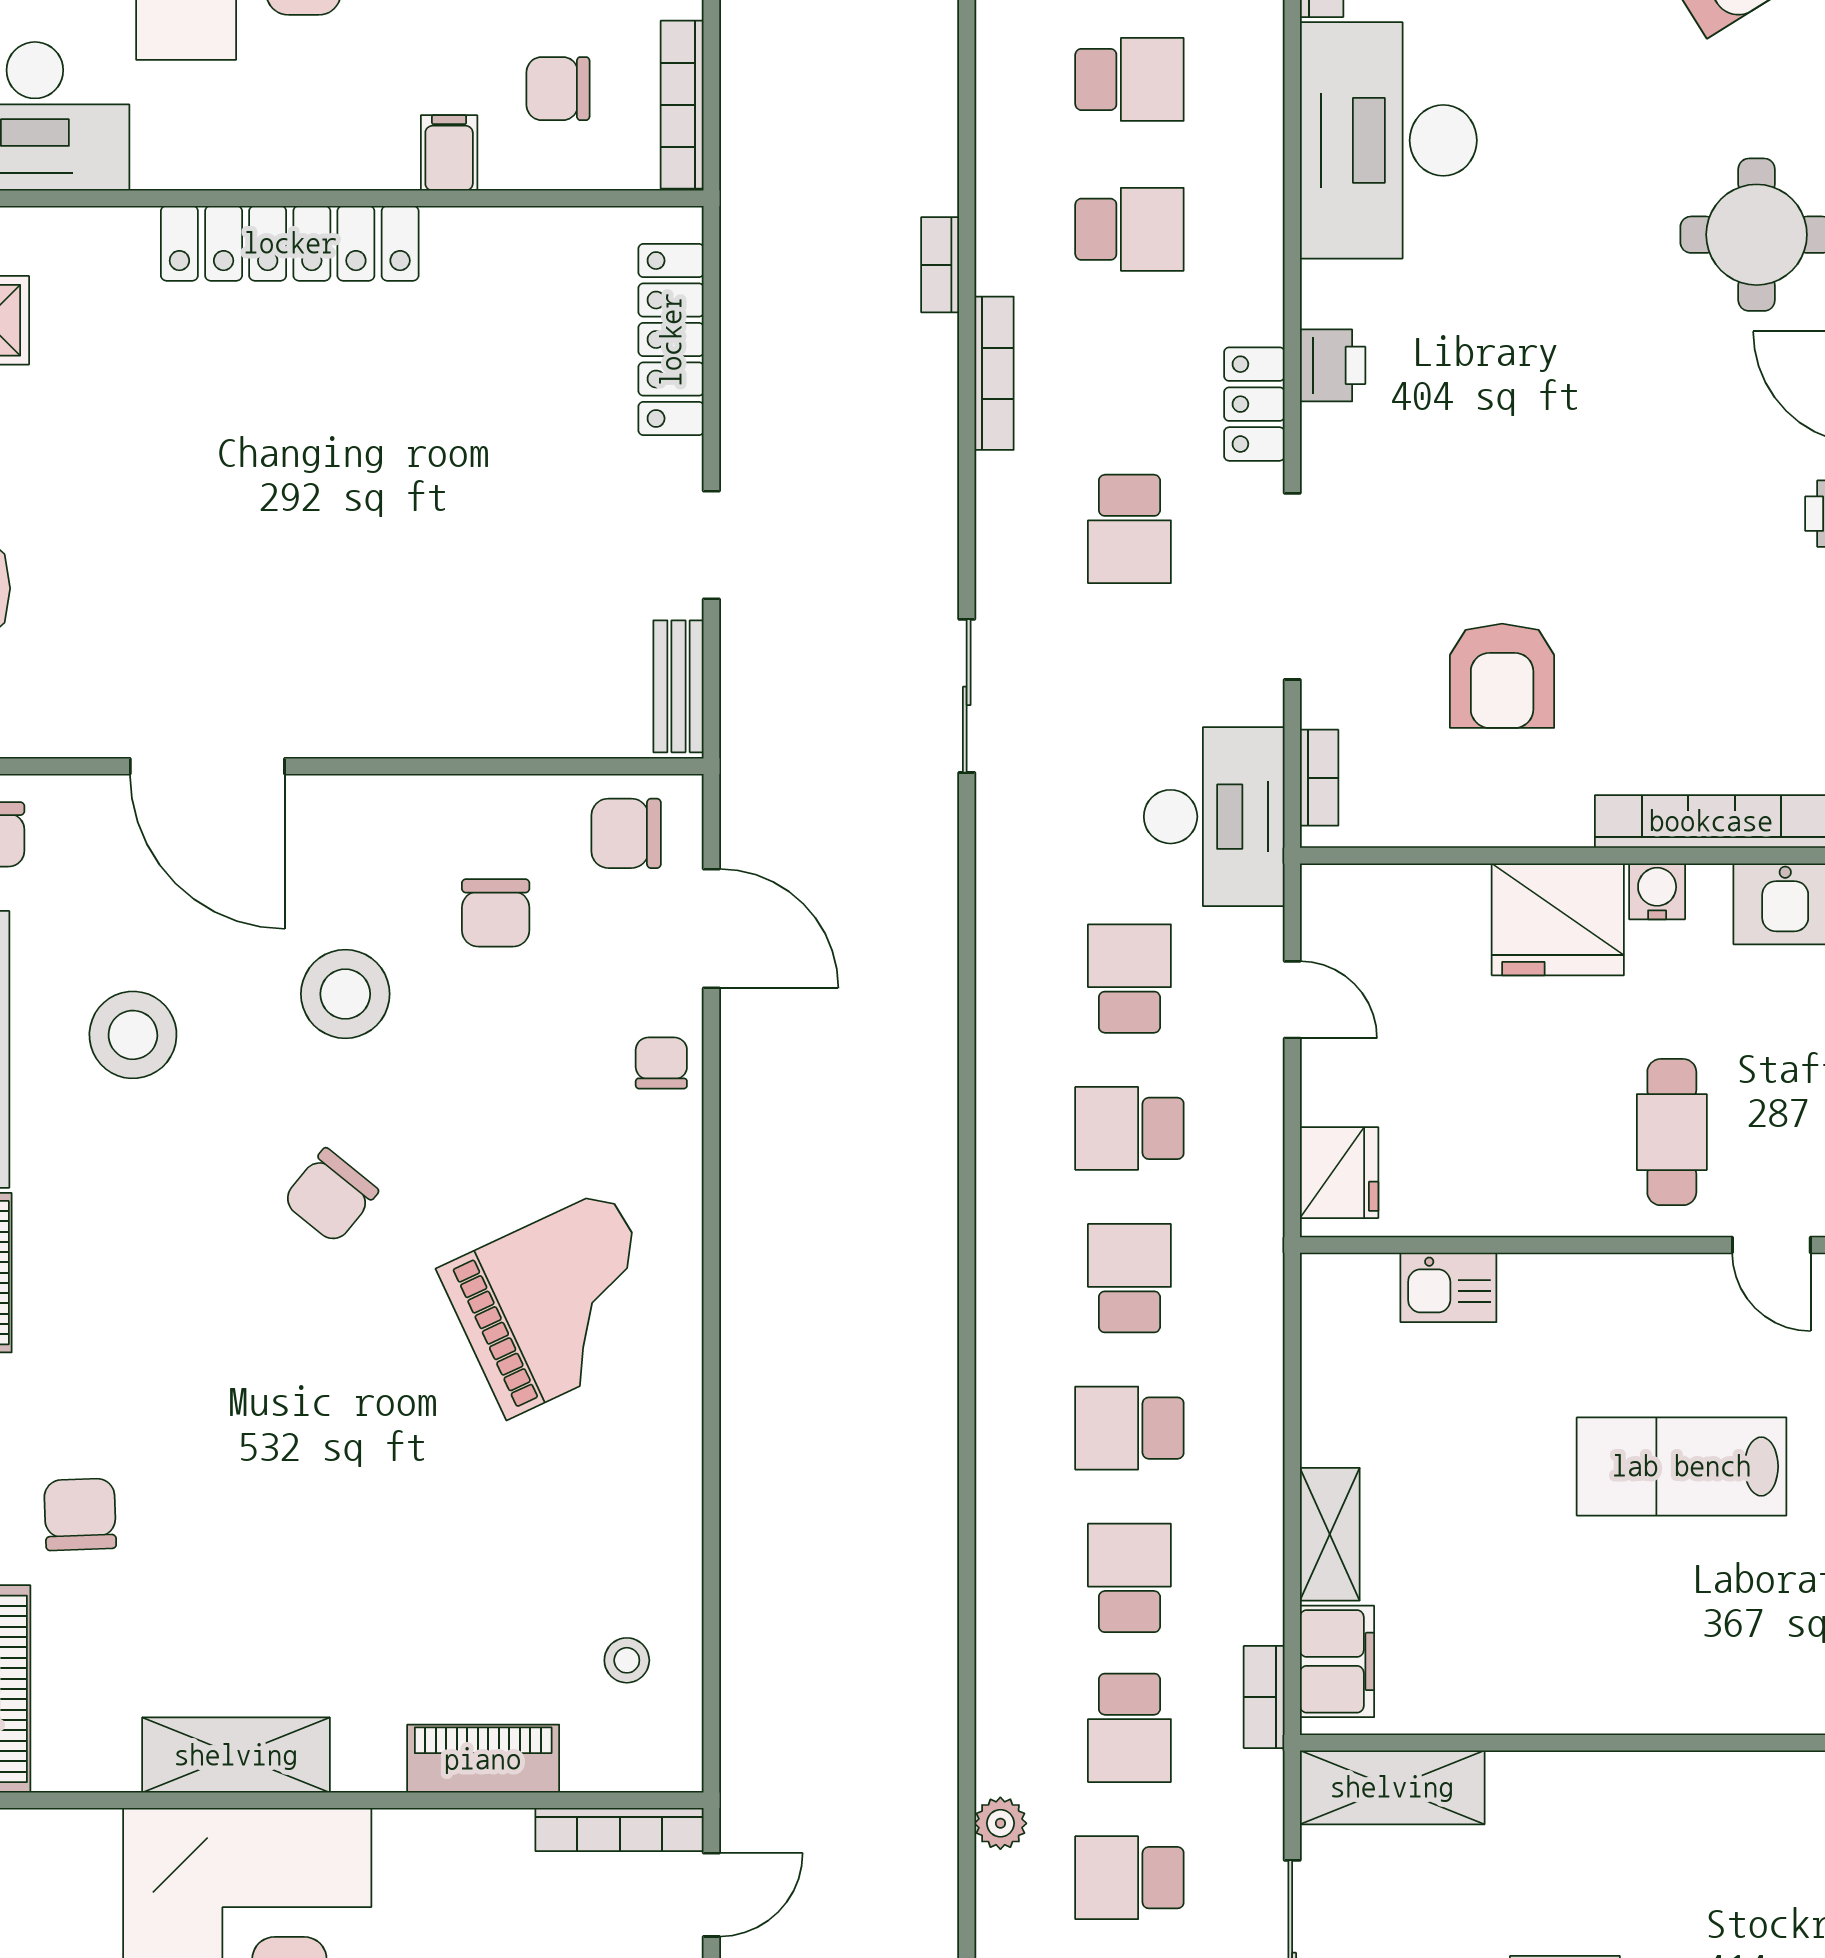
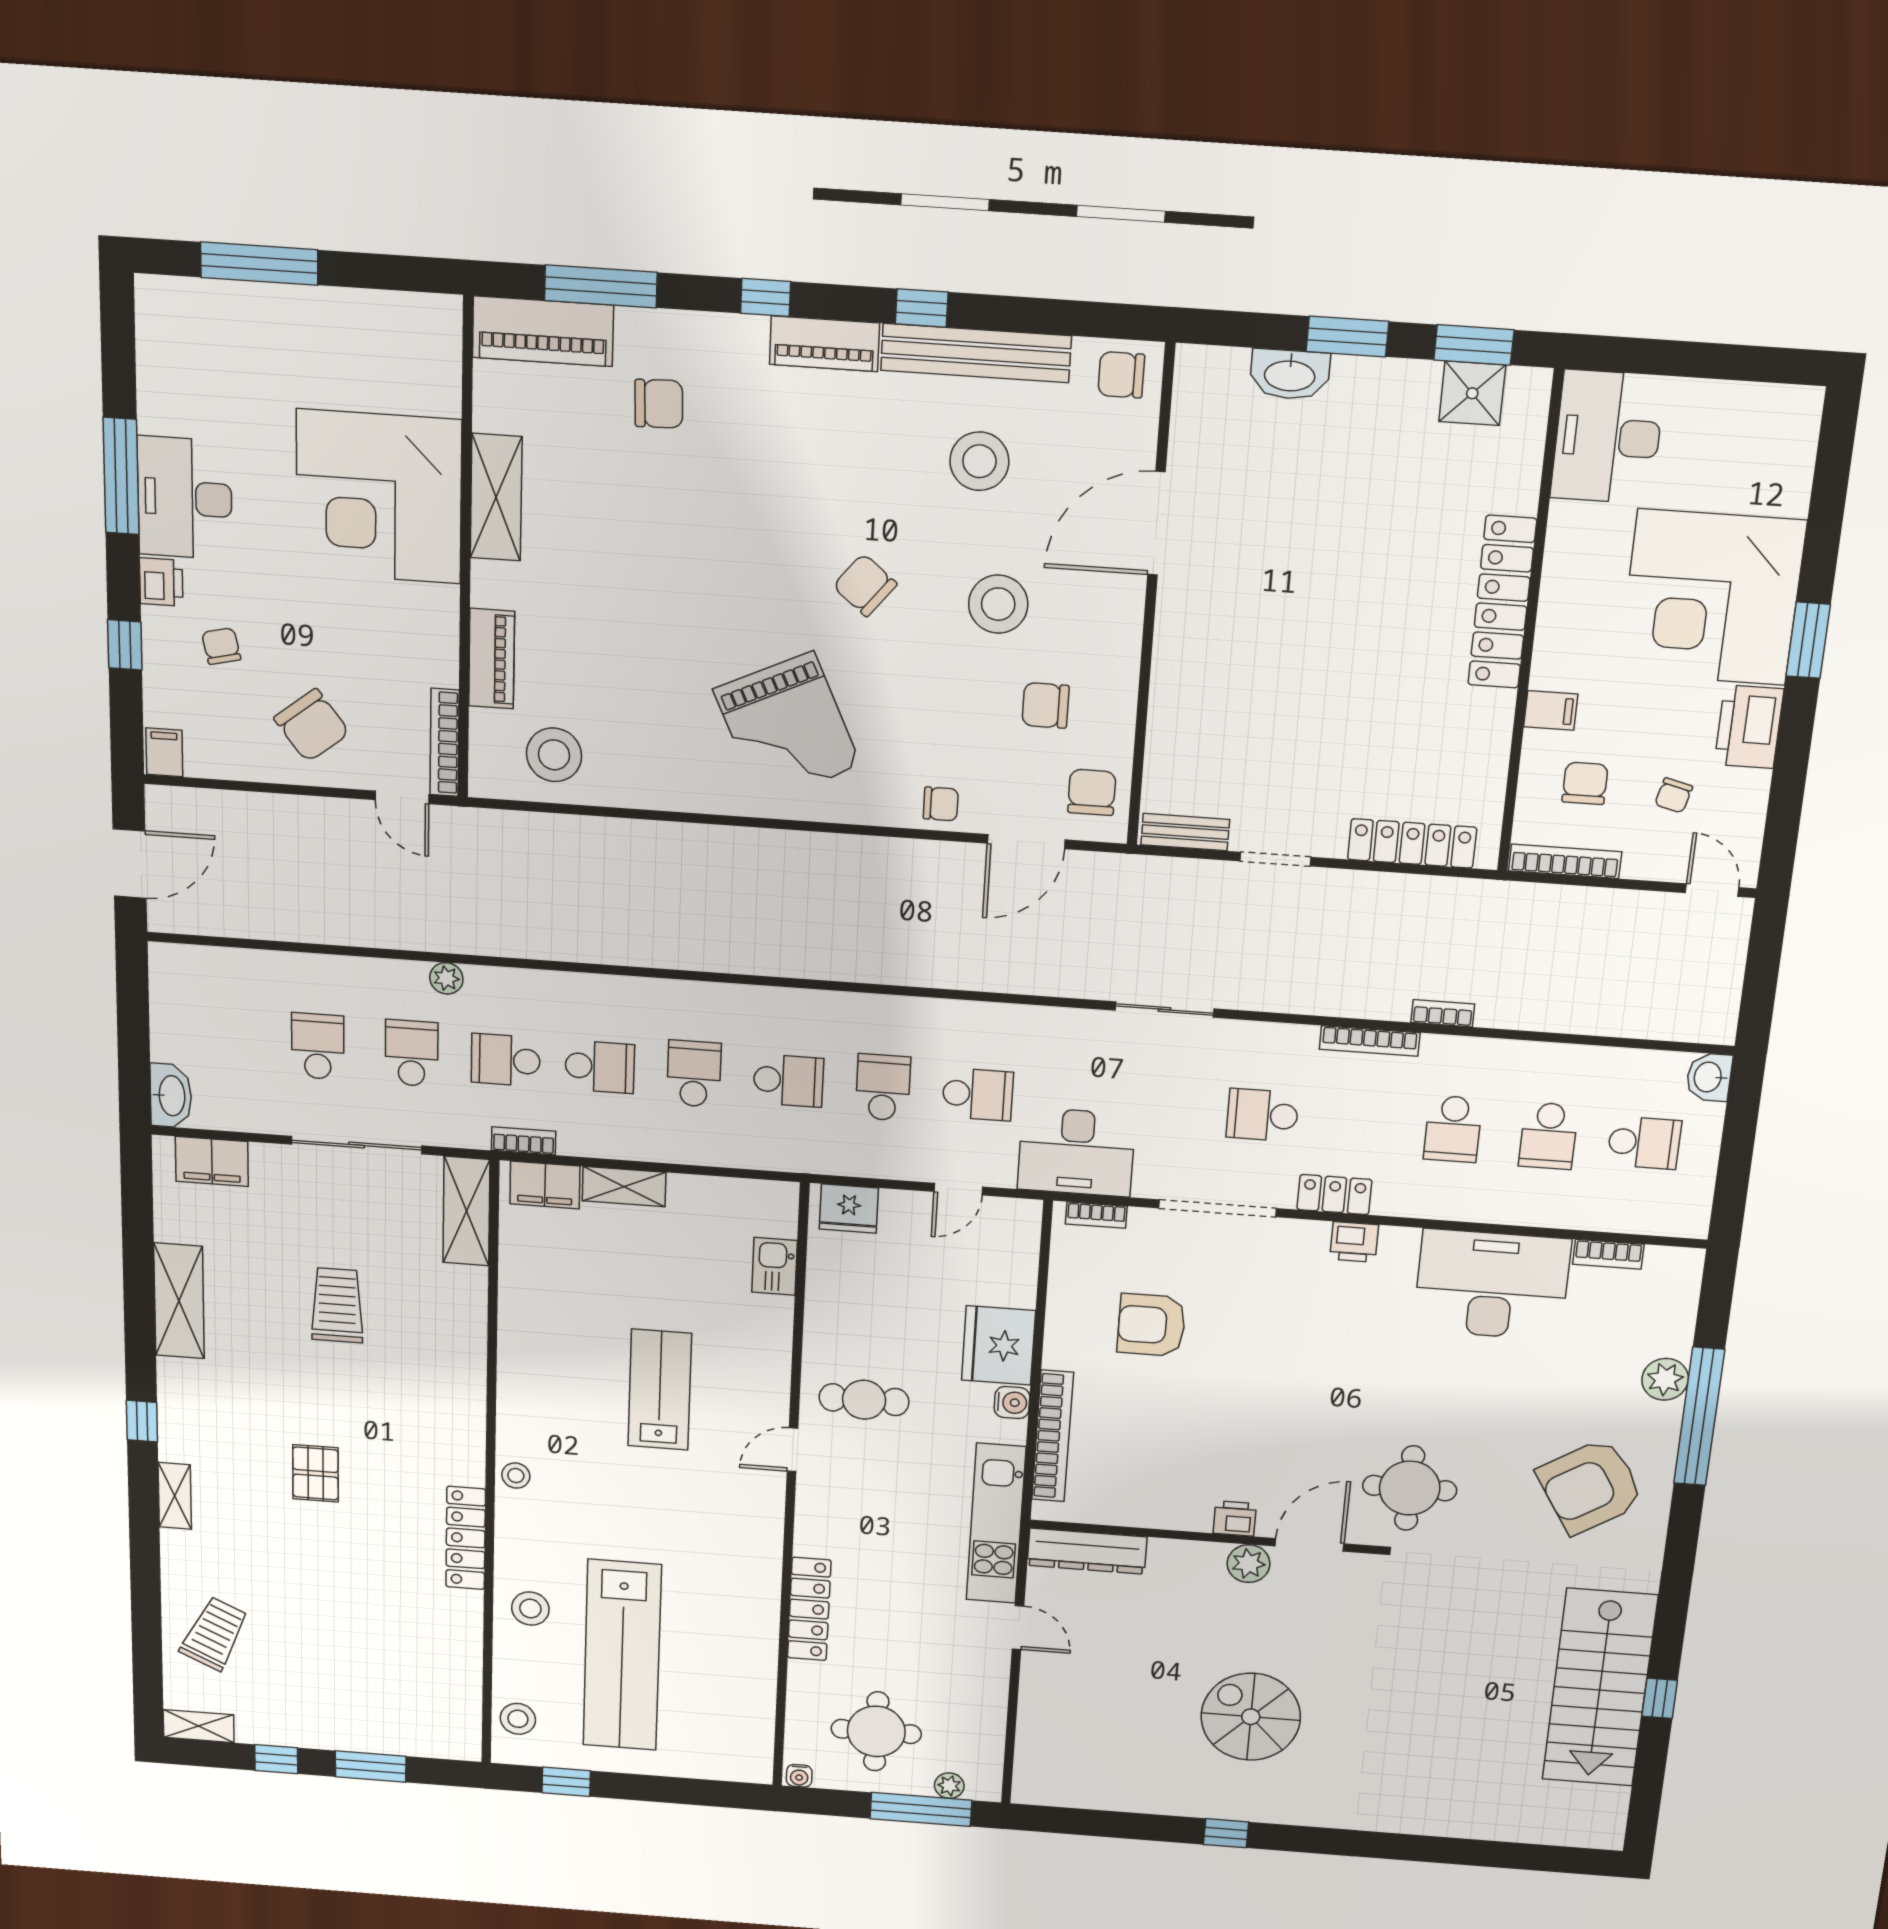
stool: (627, 1660) -> (554, 755), width x1.89, depth x1.89

